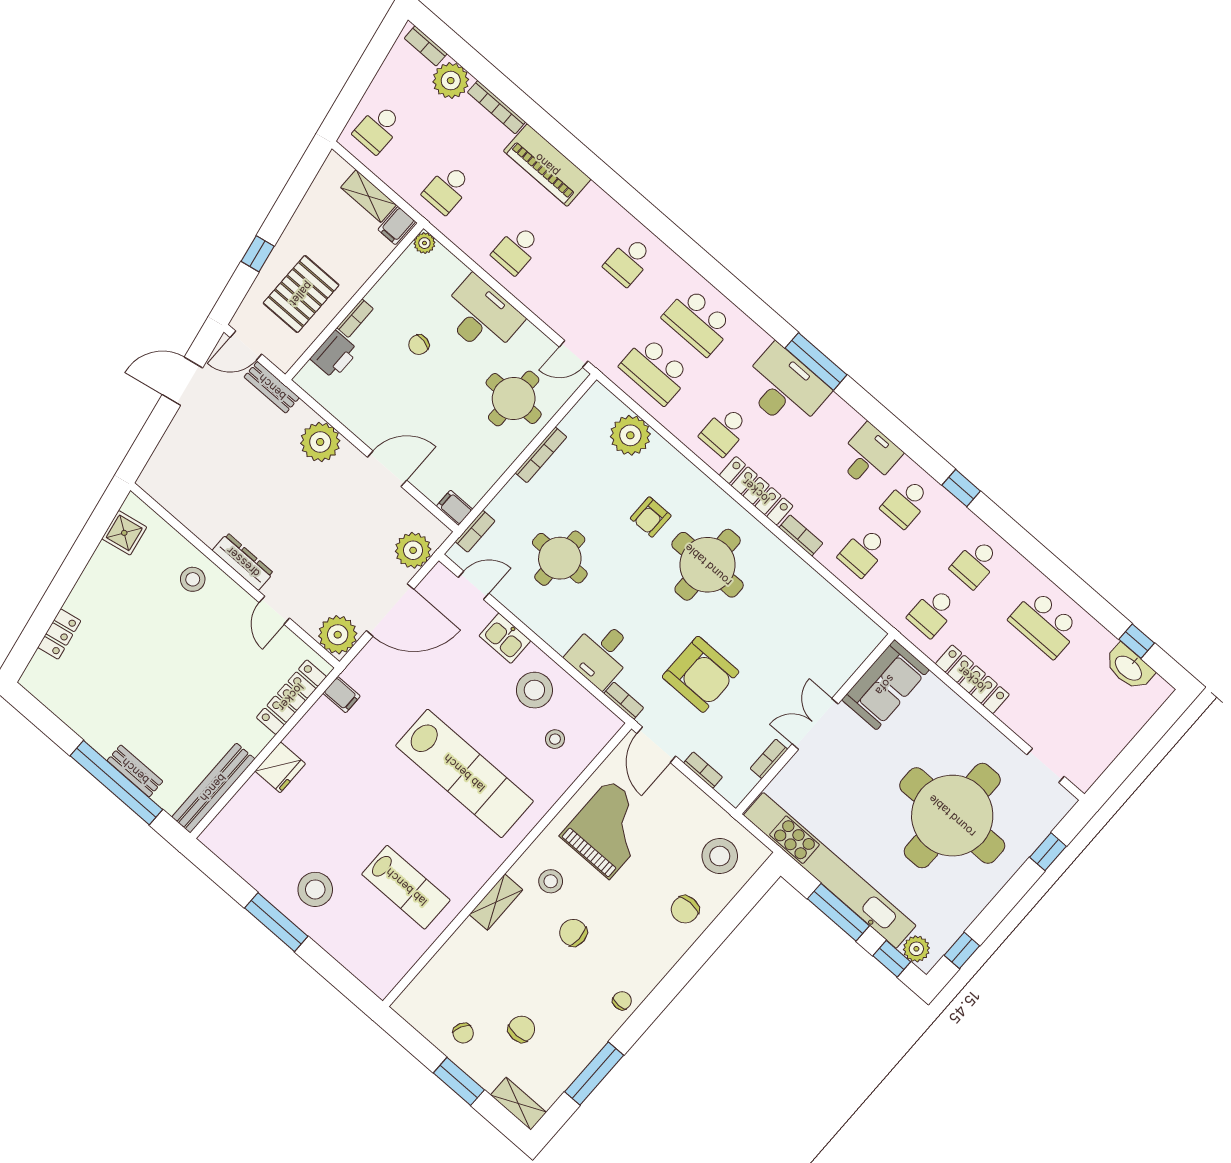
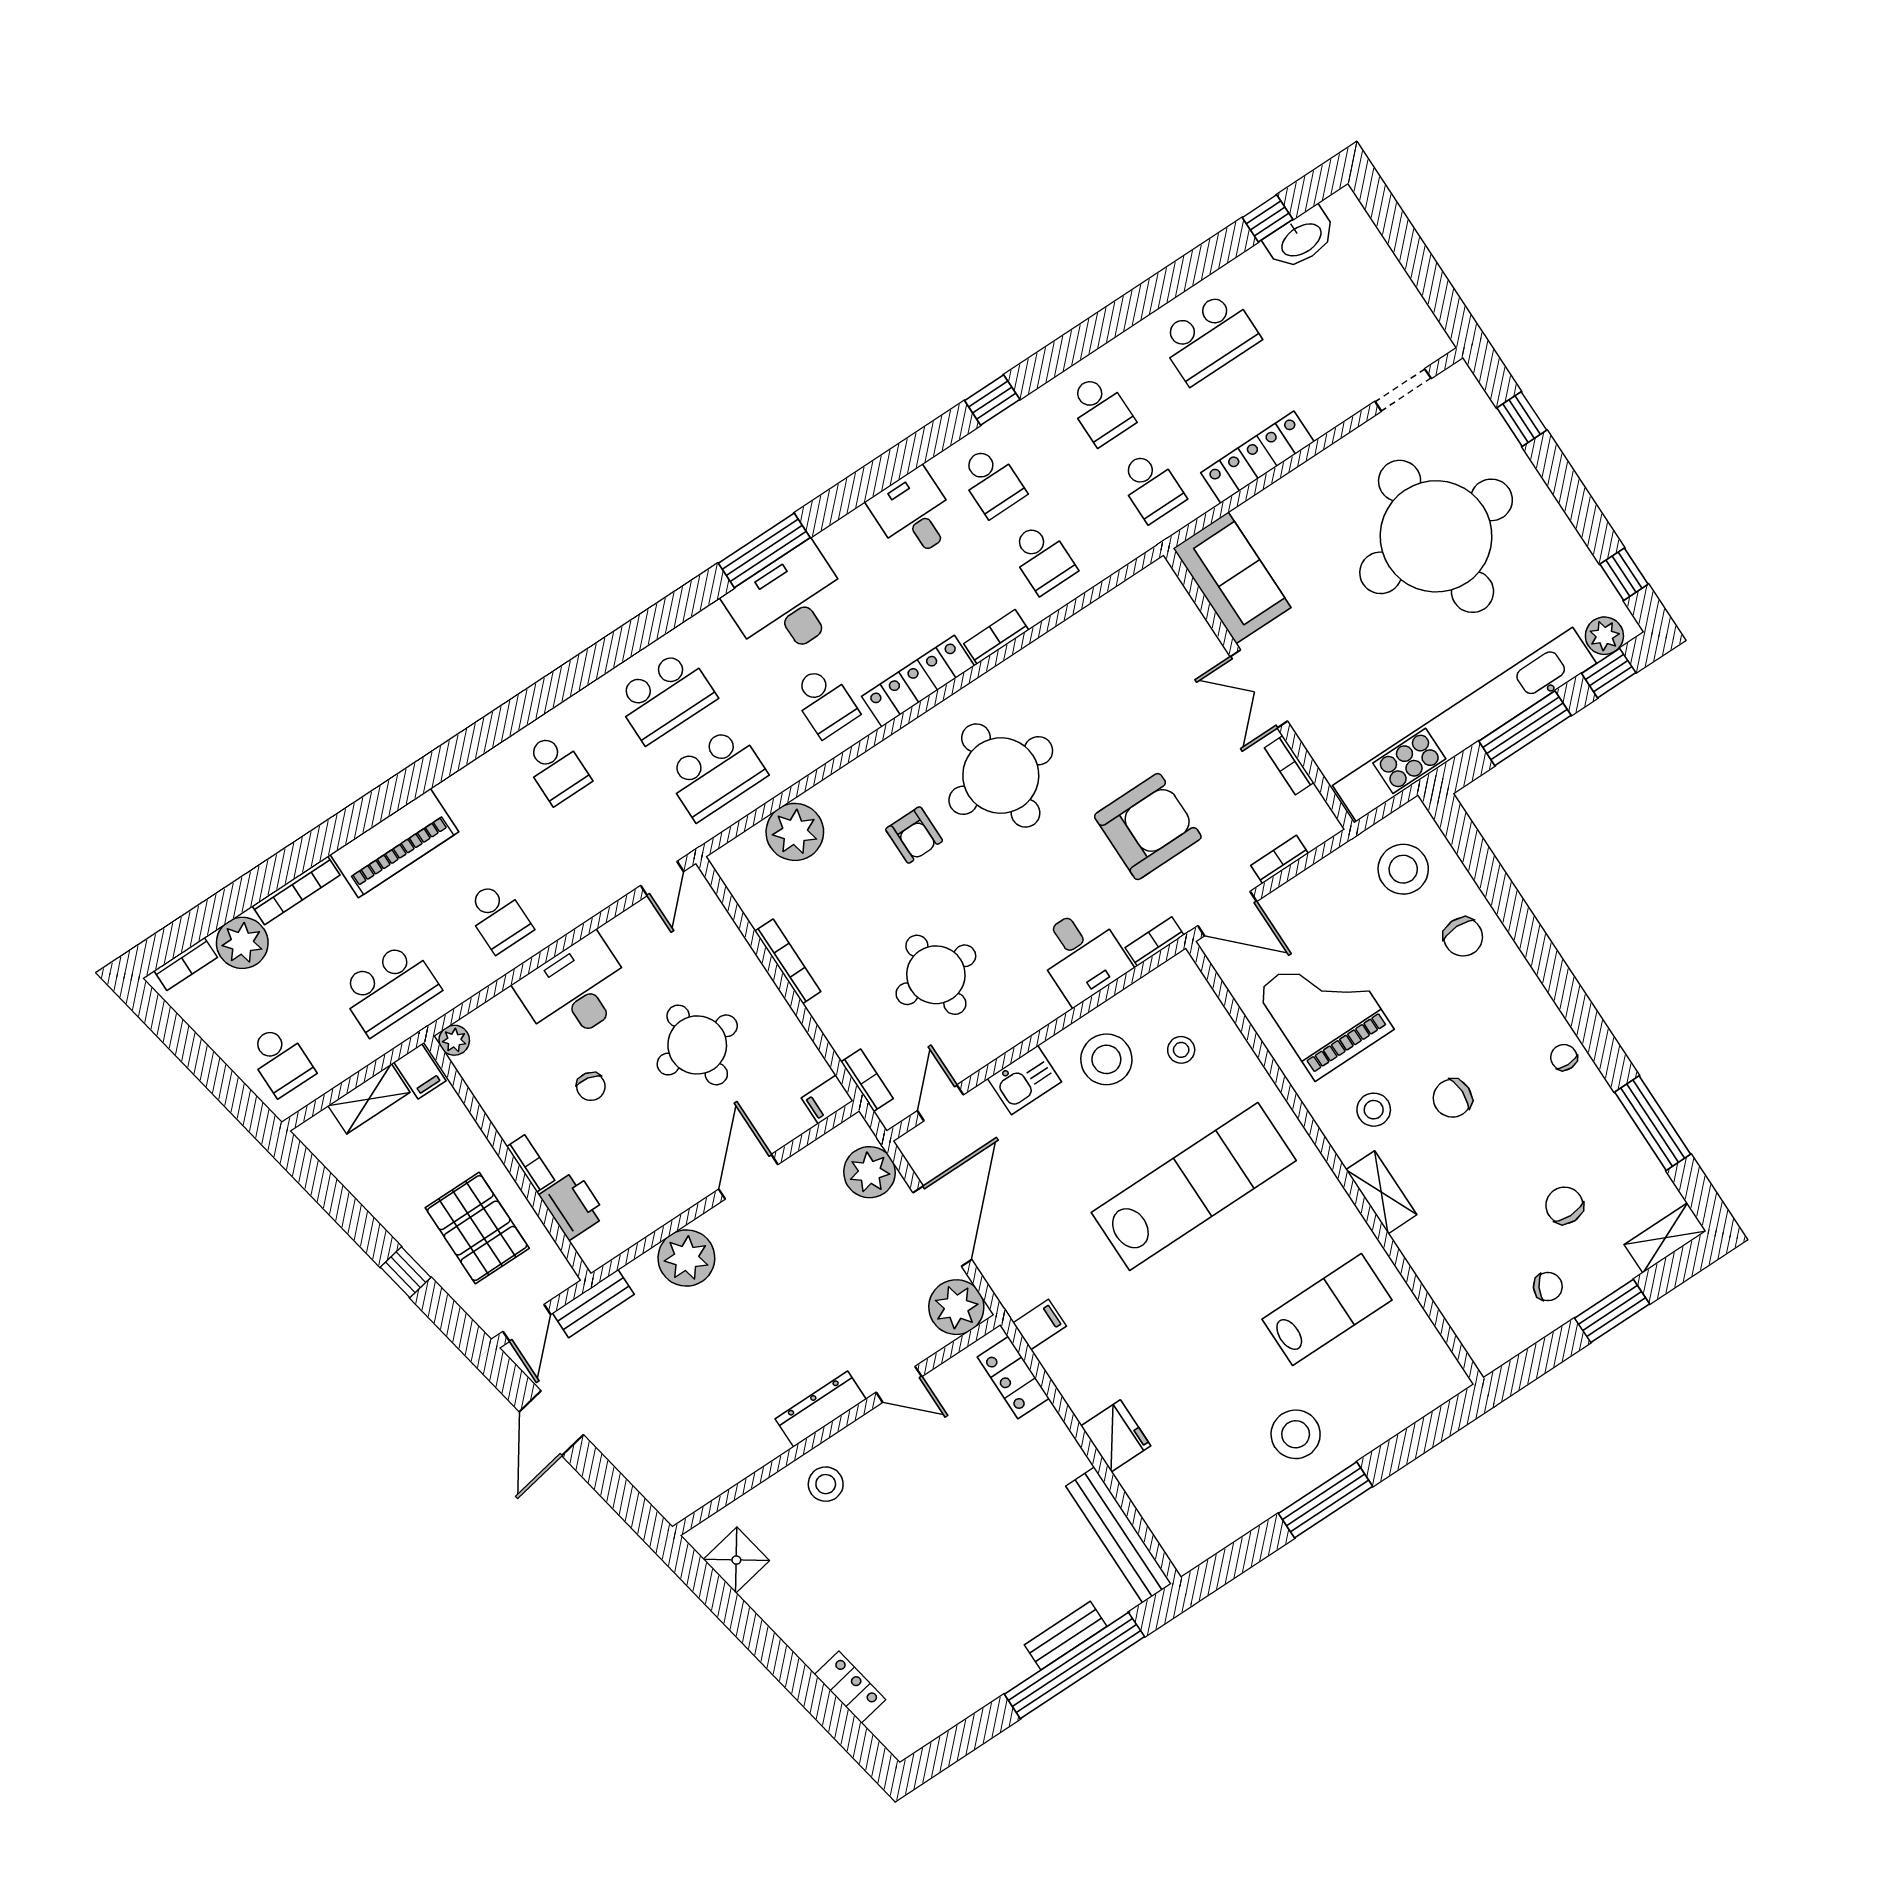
school desk: (447, 189) -> (389, 989), width x1.85
round table: (514, 399) -> (697, 1045), moved
locker: (291, 697) -> (1013, 1378), width x0.66

